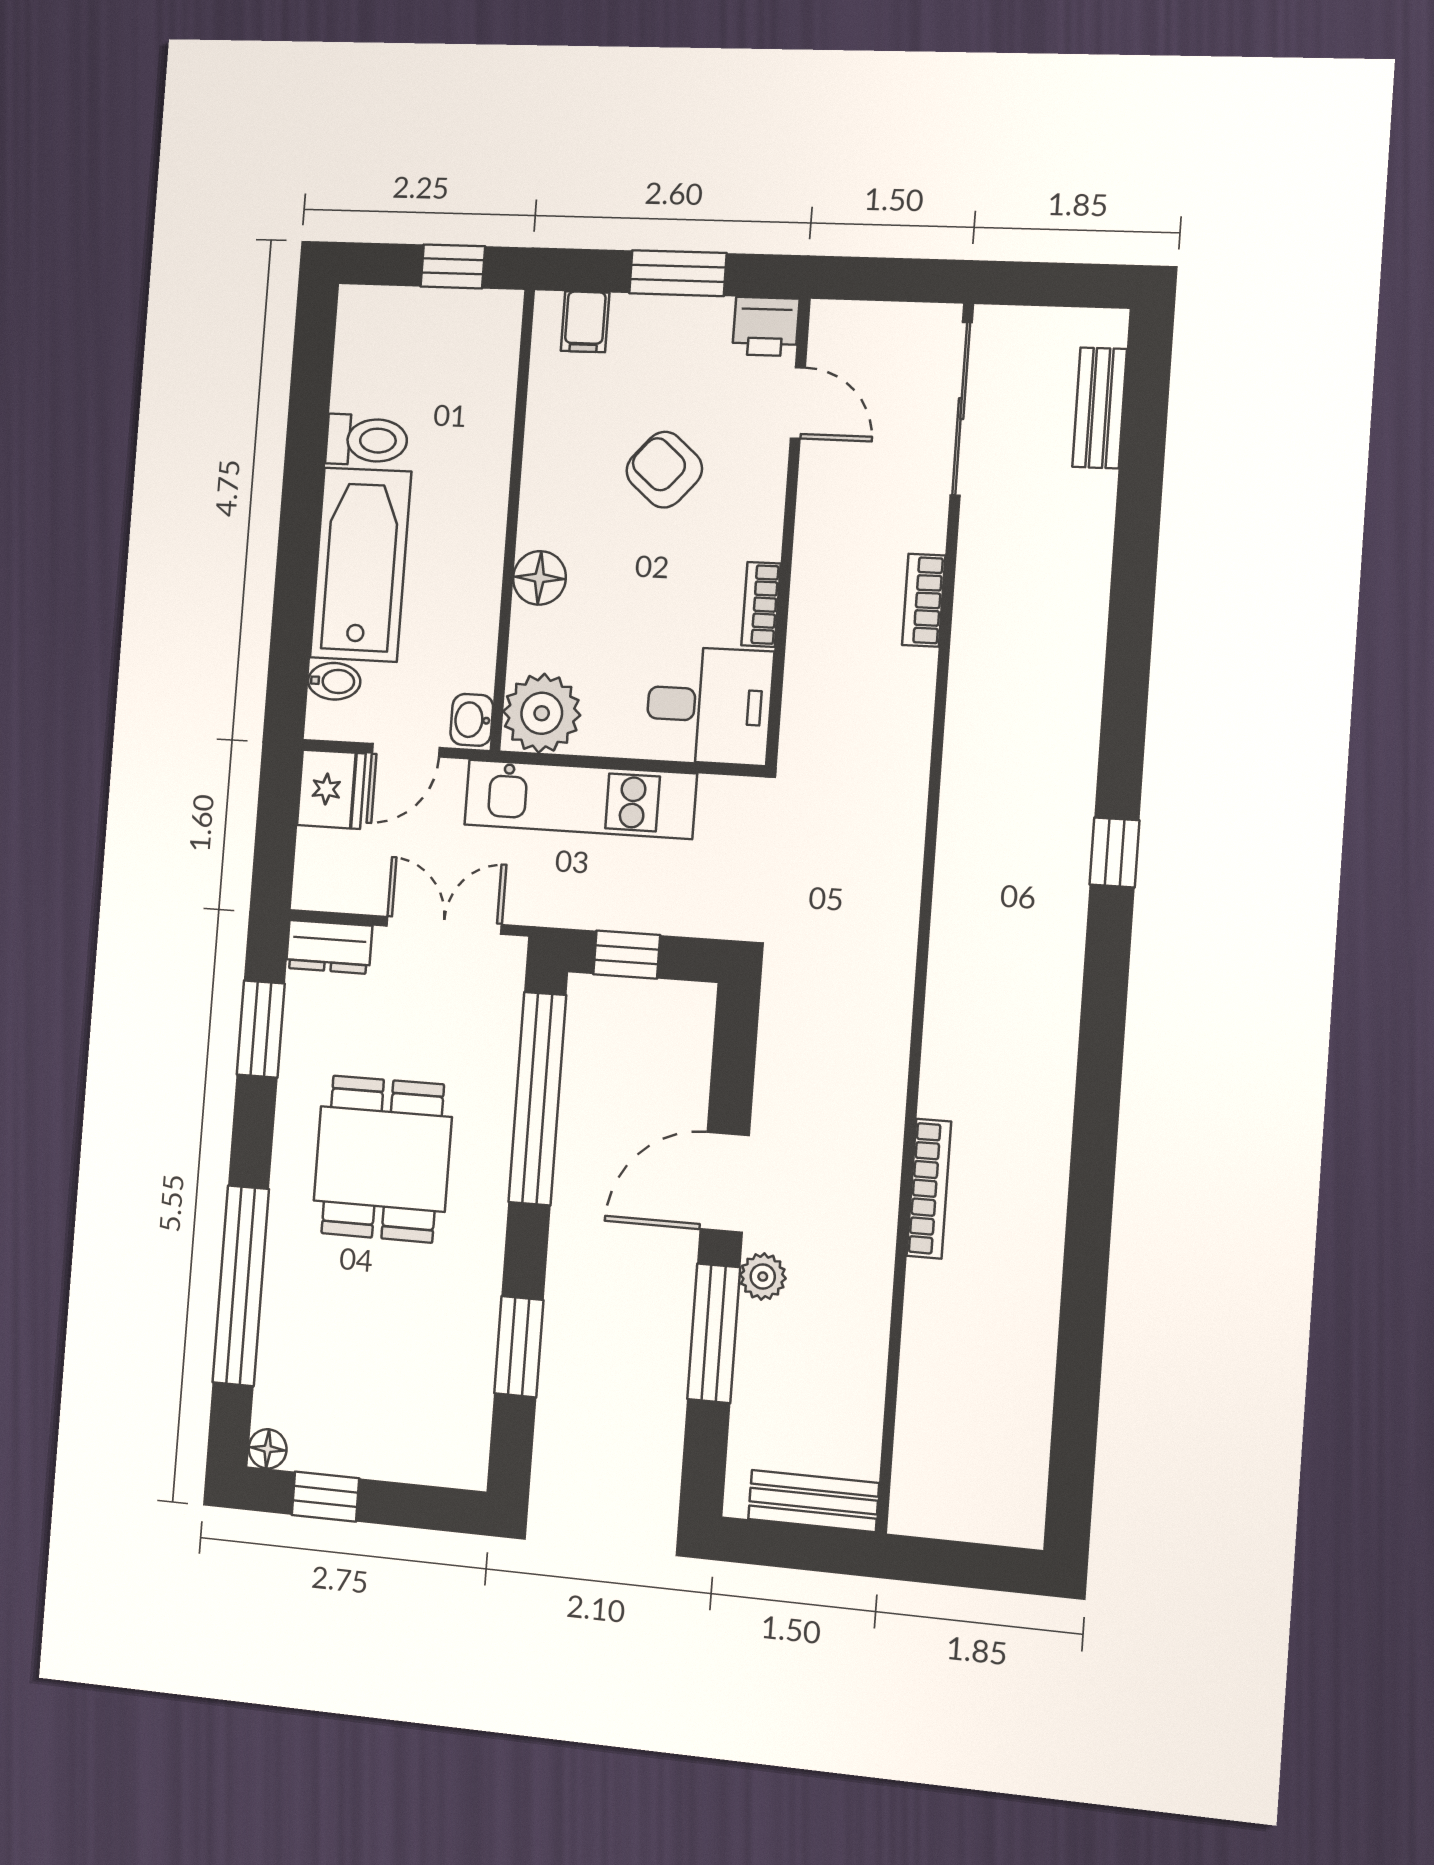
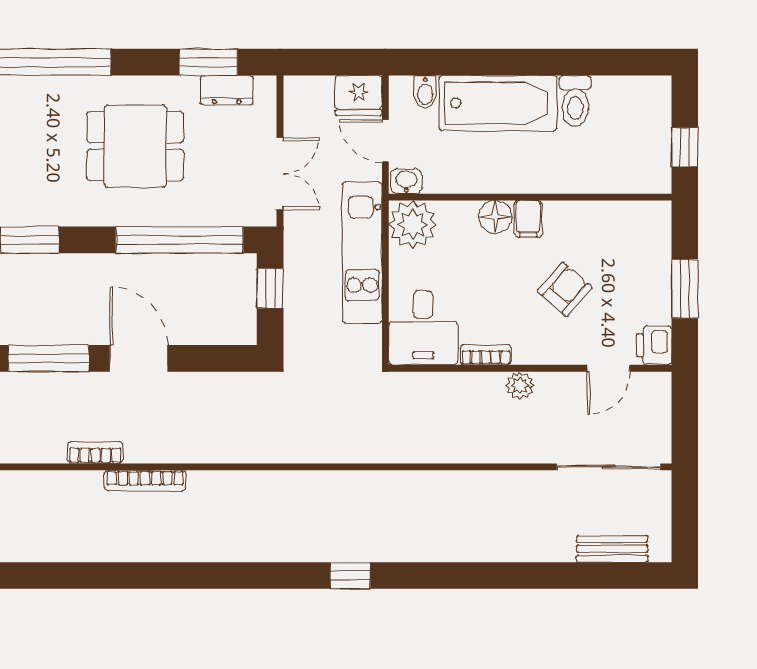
filing cabinet: (585, 322) -> (528, 219), moved, turned -90
bookcase: (924, 600) -> (95, 453), moved
dresser: (329, 947) -> (227, 90), moved, turned -90
plant: (763, 1277) -> (520, 385), moved

